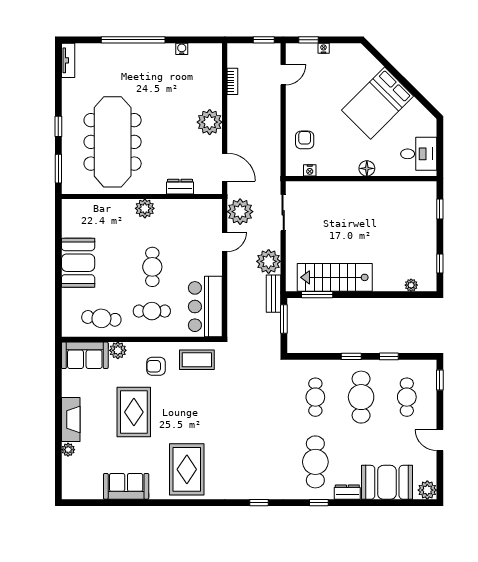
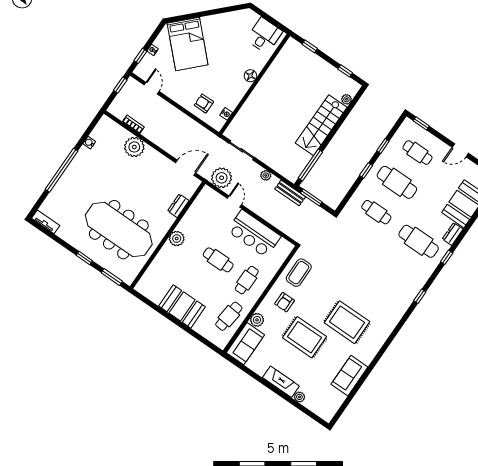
bed: (378, 103) -> (188, 44), moved
plant: (210, 122) -> (134, 147), moved
plant: (269, 261) -> (266, 175), width x0.53, depth x0.53
stairs: (335, 277) -> (321, 125), moved
window: (317, 295) -> (310, 165), width x1.44
bar counter: (205, 307) -> (254, 234), moved
rug: (187, 469) -> (347, 322), moved

